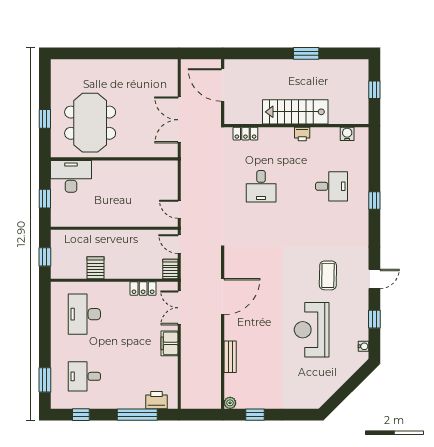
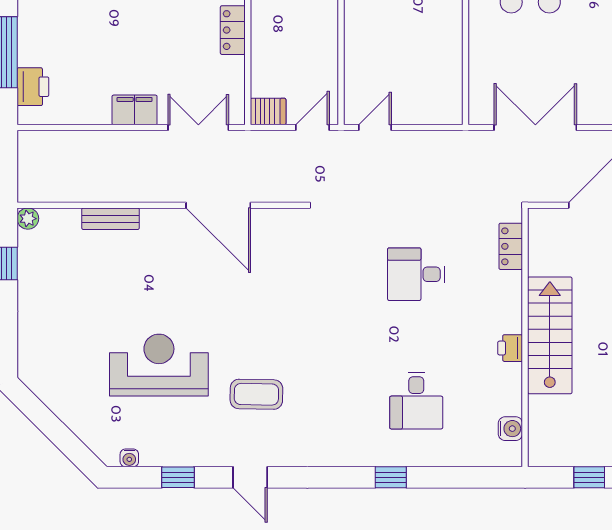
locker: (143, 289) -> (233, 30), moved

